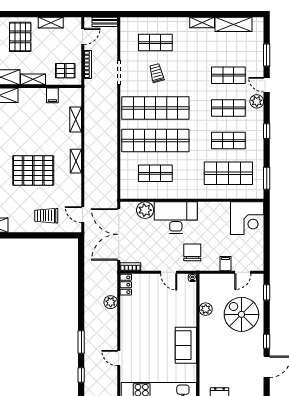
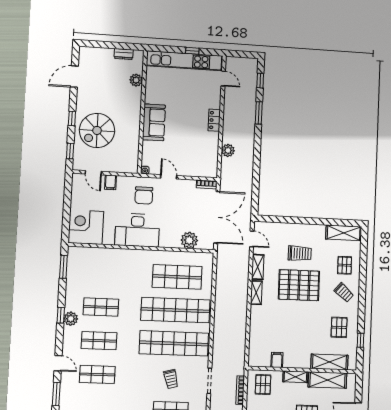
pallet: (65, 71) -> (263, 385), turned 90
plant: (257, 101) -> (71, 319), moved
shelving: (76, 119) -> (258, 267), moved
shop shelf: (155, 173) -> (177, 277), width x1.43, depth x1.36
shop shelf: (228, 173) -> (103, 274), removed
trolley: (46, 216) -> (300, 253), moved
desk: (176, 218) -> (137, 230), moved
door: (243, 272) -> (93, 173), swing flipped
locker: (126, 285) -> (214, 120), moved
plant: (206, 309) -> (136, 80), moved
spiral stairs: (241, 314) -> (97, 130), turned 90
window: (267, 341) -> (72, 118), moved
sofa: (186, 345) -> (154, 122), moved
door: (119, 358) -> (223, 79), moved

